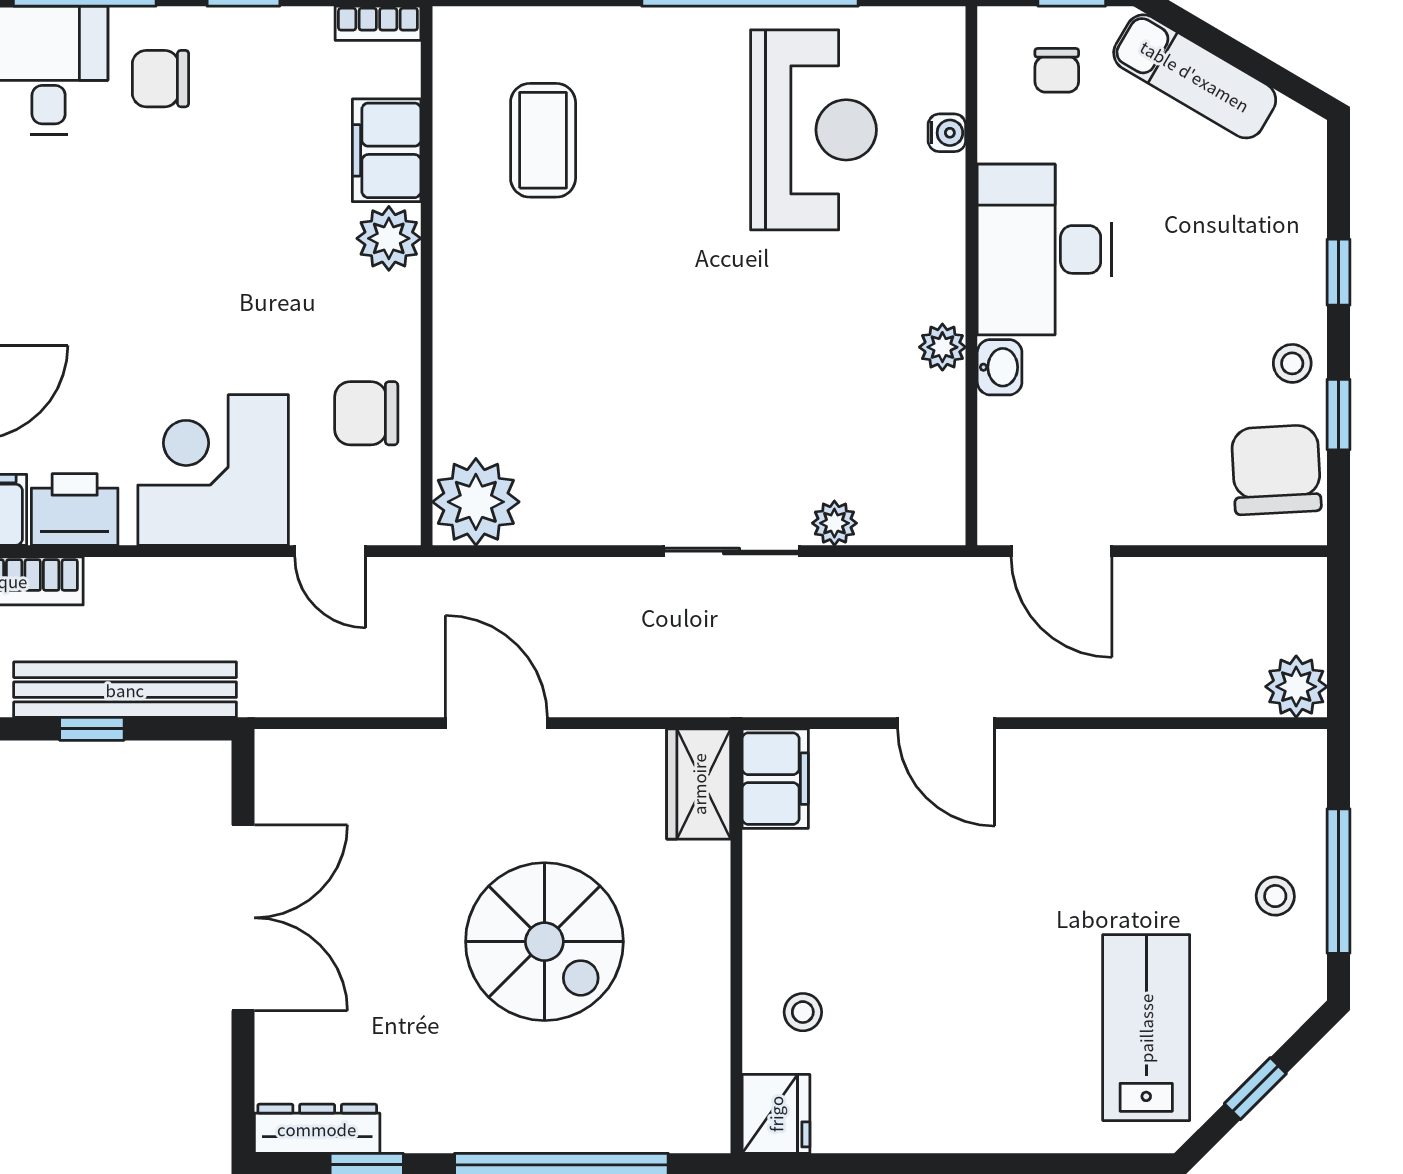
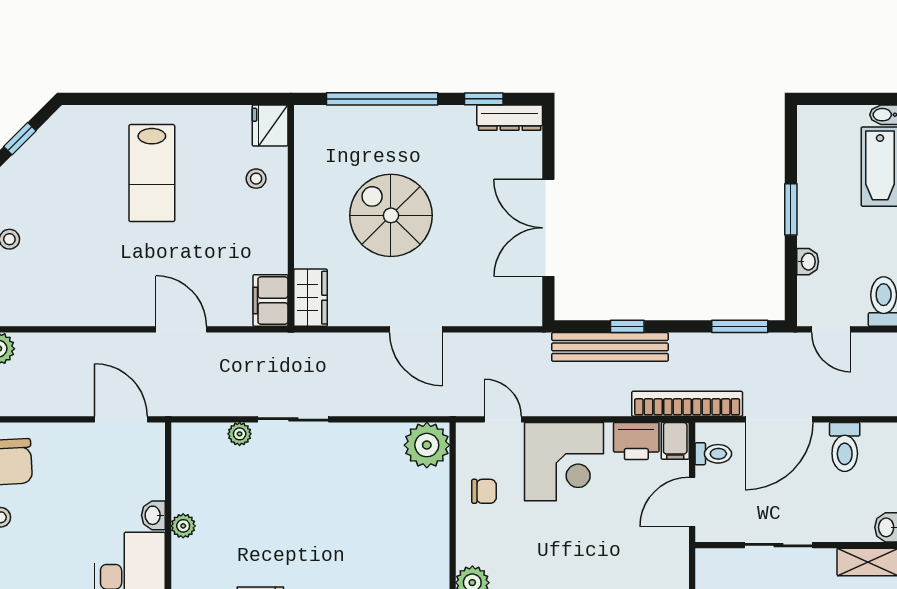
chair: (366, 413) -> (484, 491), width x0.73, depth x0.73
lab bench: (1146, 1028) -> (152, 173), moved

